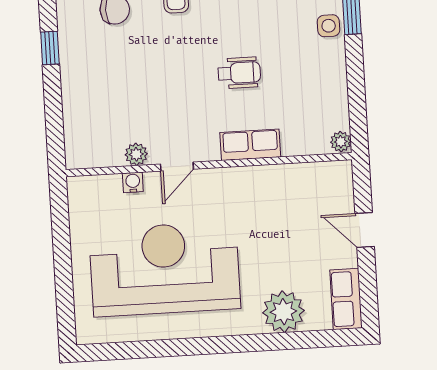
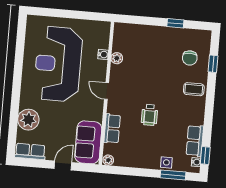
row of seats: (250, 145) -> (112, 129), moved
door: (177, 167) -> (107, 91), moved
sofa: (311, 187) -> (88, 142), added
reception desk: (165, 269) -> (58, 64), turned 180

